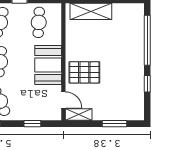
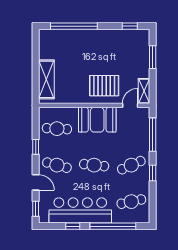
pallet: (84, 72) -> (104, 86), turned 90
window: (147, 84) -> (130, 26), moved
window: (32, 124) -> (153, 135), width x2.17

